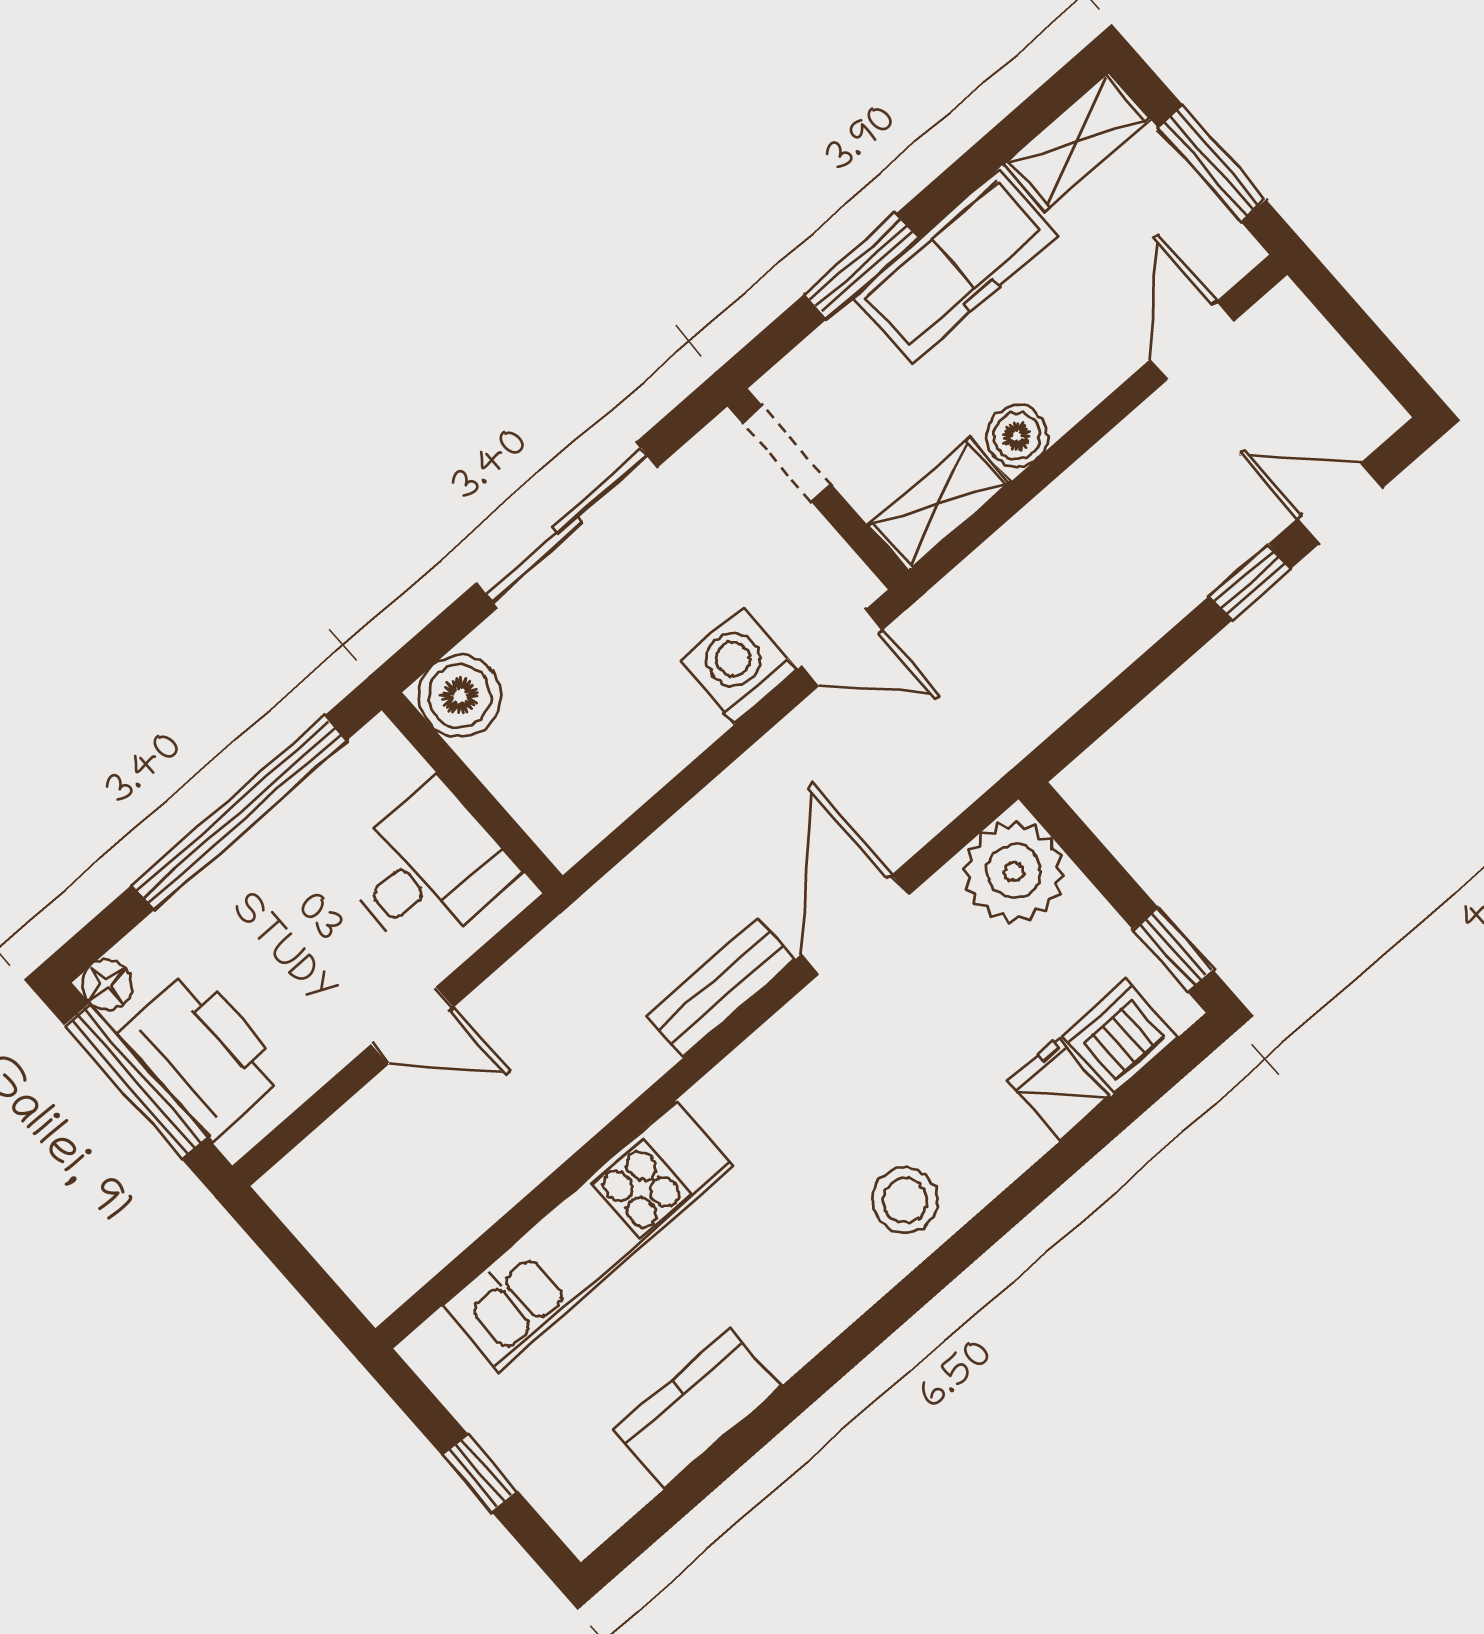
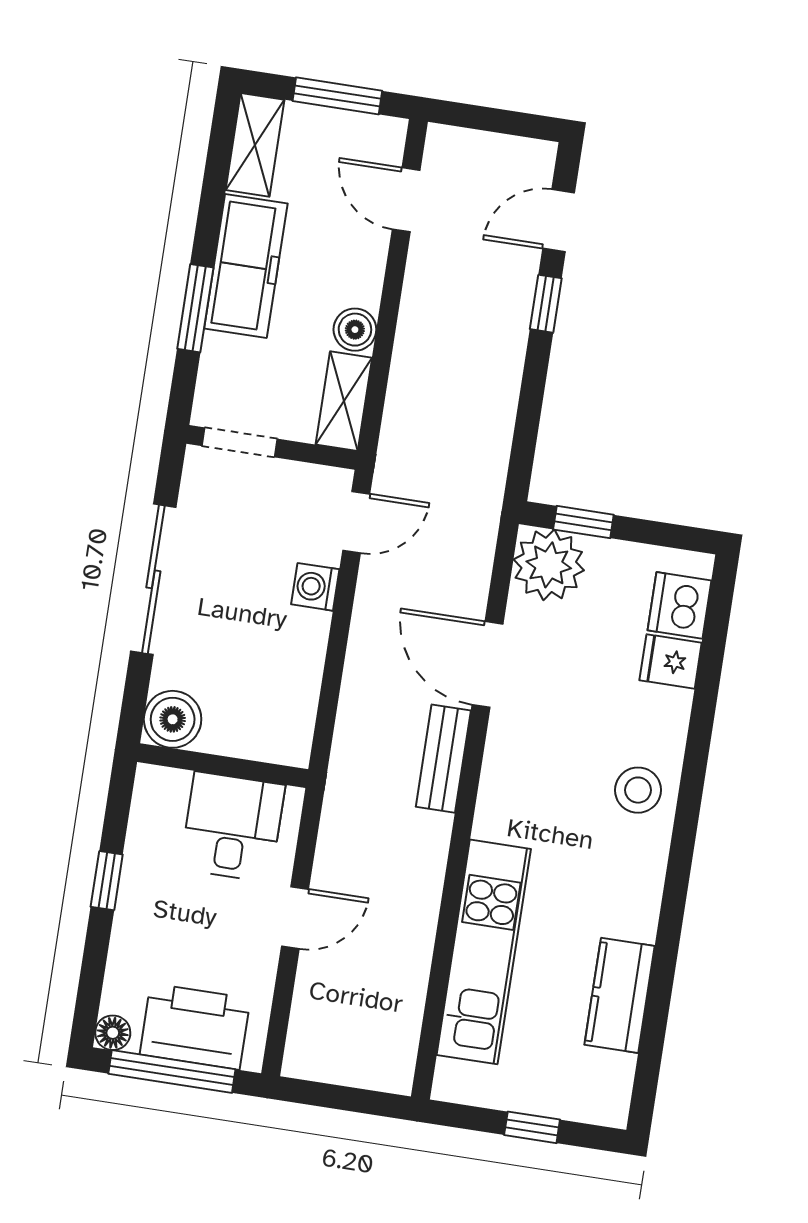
washing machine: (739, 666) -> (315, 587), width x0.73, depth x0.73
window: (240, 812) -> (107, 881), width x0.32
window: (1173, 949) -> (583, 522), moved

